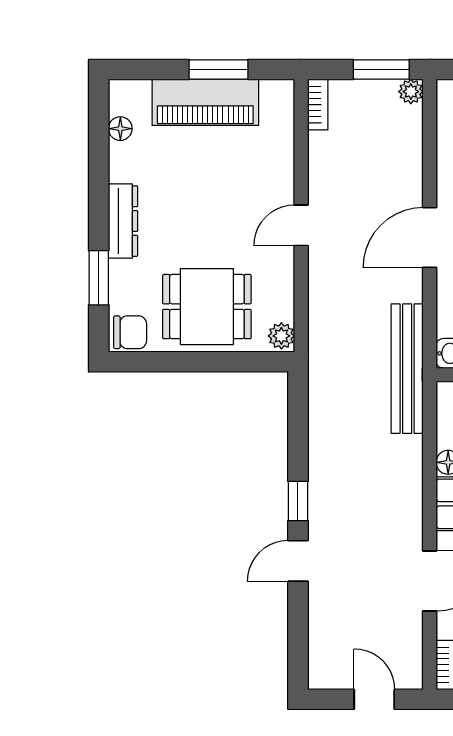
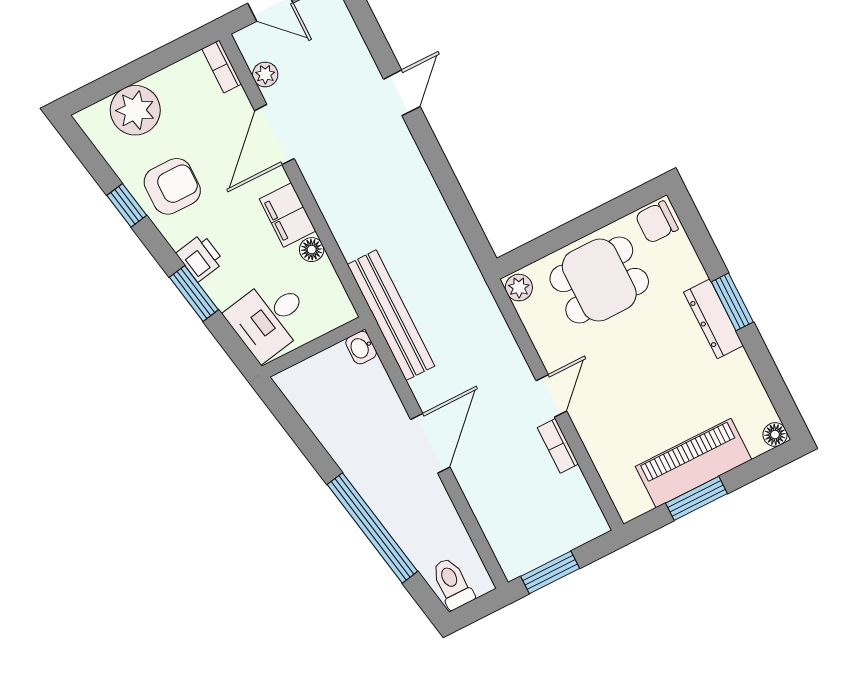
plant: (411, 92) -> (265, 74), moved
bookcase: (318, 105) -> (558, 446), moved
floor lamp: (120, 129) -> (775, 435), moved
window: (99, 278) -> (732, 302), moved
window: (298, 501) -> (429, 147), removed

